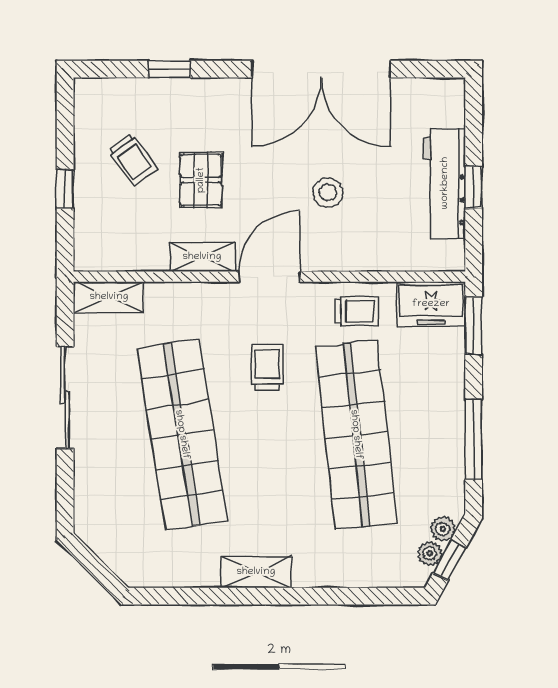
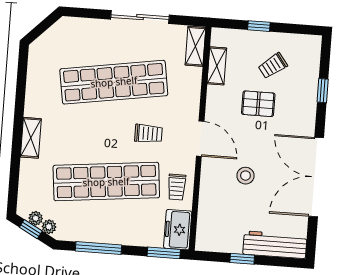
workbench: (445, 183) -> (275, 245), moved
shelving: (202, 257) -> (217, 66), moved
shelving: (256, 572) -> (31, 138), moved

